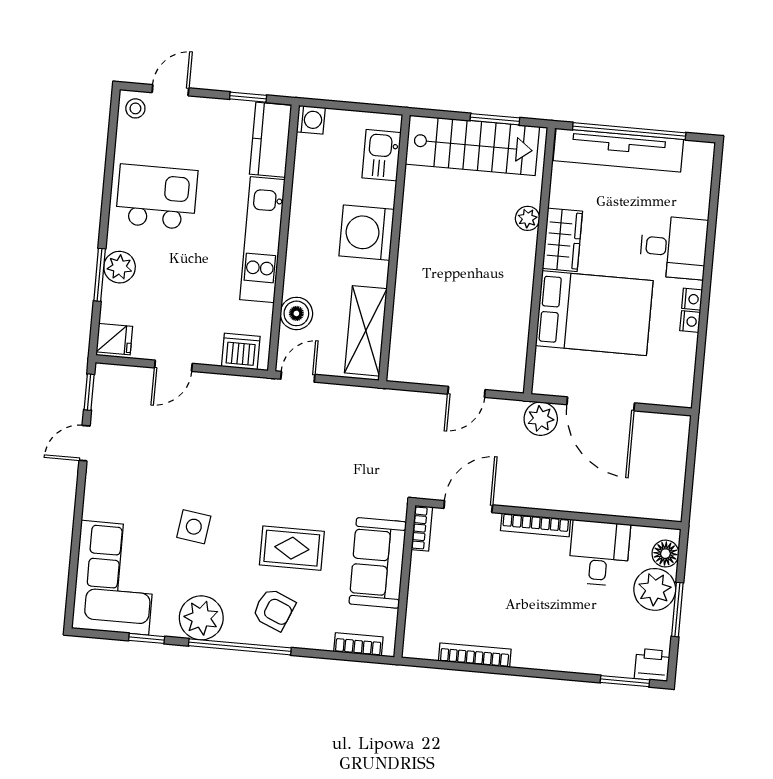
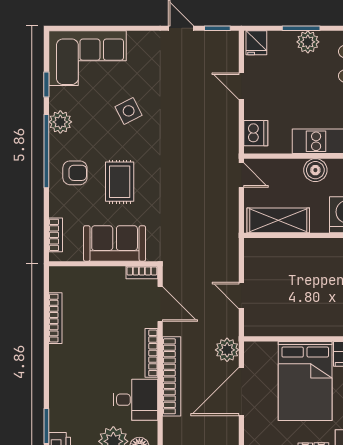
boiler: (296, 313) -> (315, 170), moved
bookcase: (571, 500) -> (172, 376), added
side table: (194, 527) -> (129, 111), turned -35
armchair: (274, 610) -> (75, 173), turned -113
plant: (201, 618) -> (60, 122), width x0.73, depth x0.73

